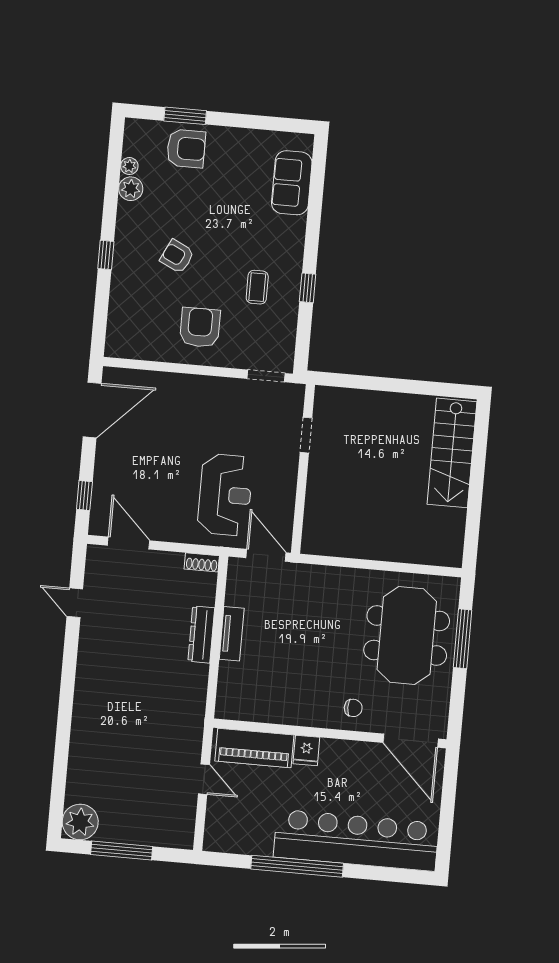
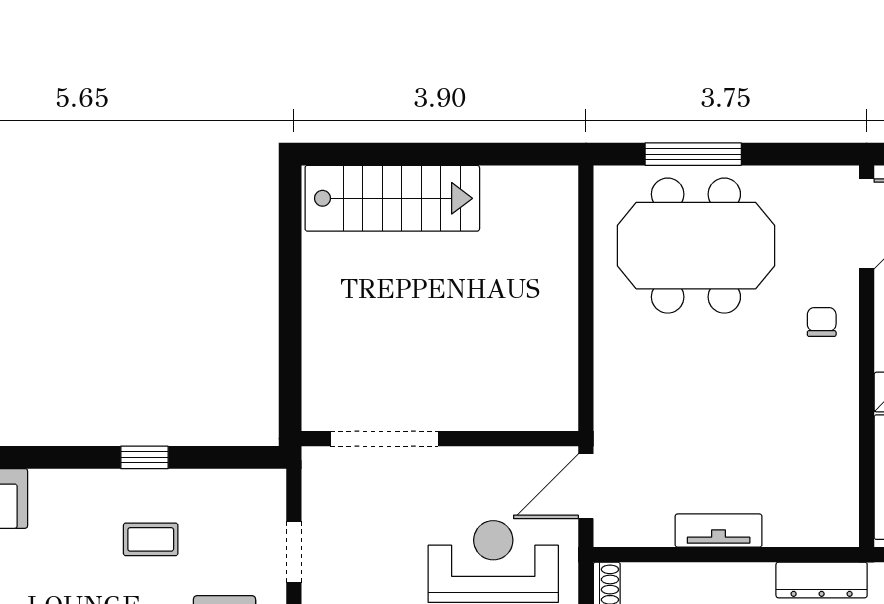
doorway: (266, 376) -> (294, 552), moved
doorway: (306, 435) -> (384, 439), width x1.88
dresser: (201, 634) -> (822, 580), moved

